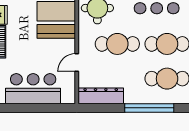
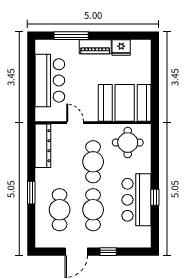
window: (149, 108) -> (31, 193), width x0.47

